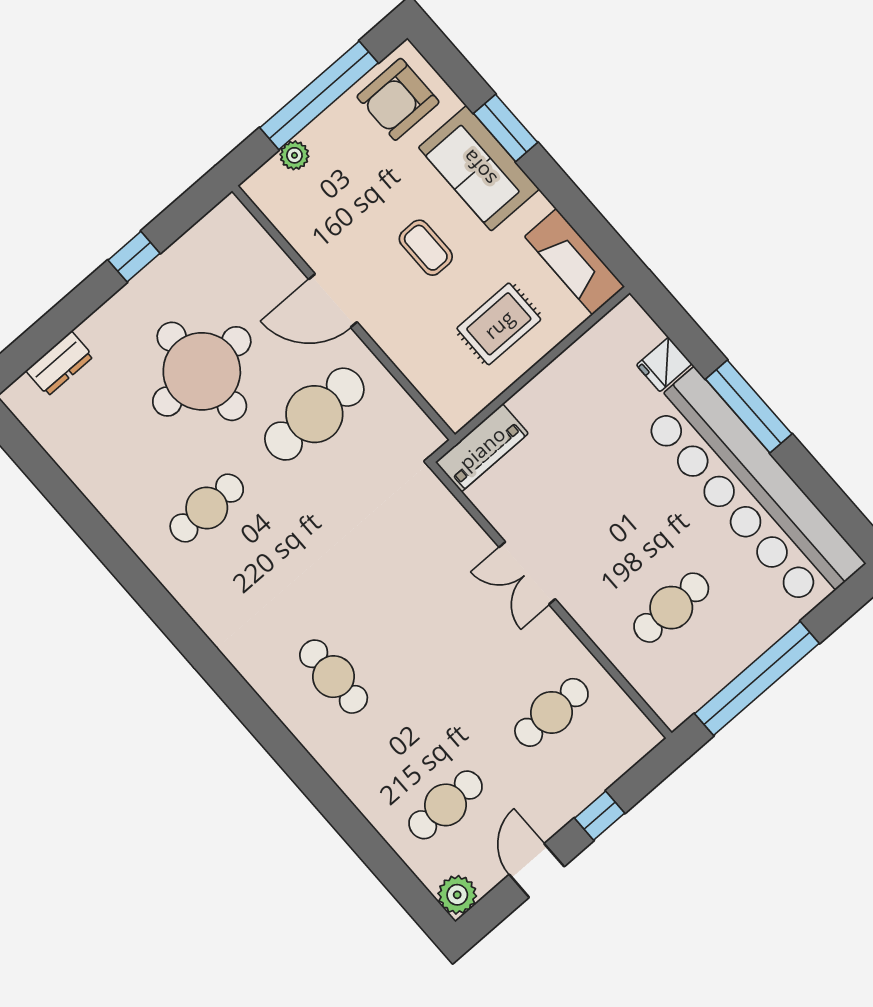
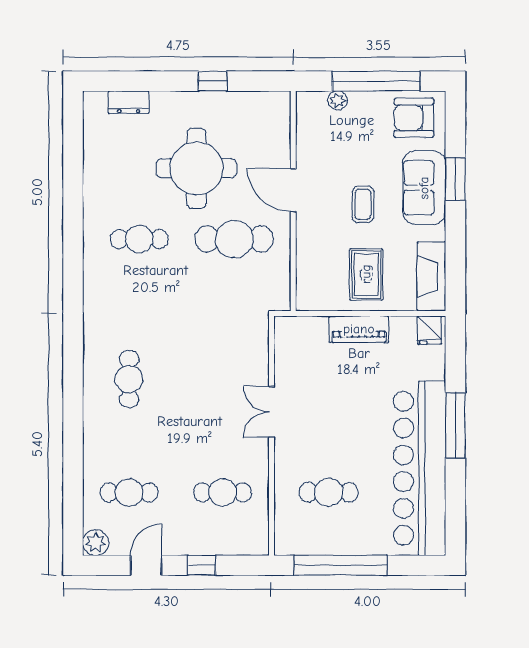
rug: (499, 324) -> (366, 274), turned 90
fridge: (664, 364) -> (429, 330), moved, turned -90
piano: (482, 448) -> (359, 329), moved

